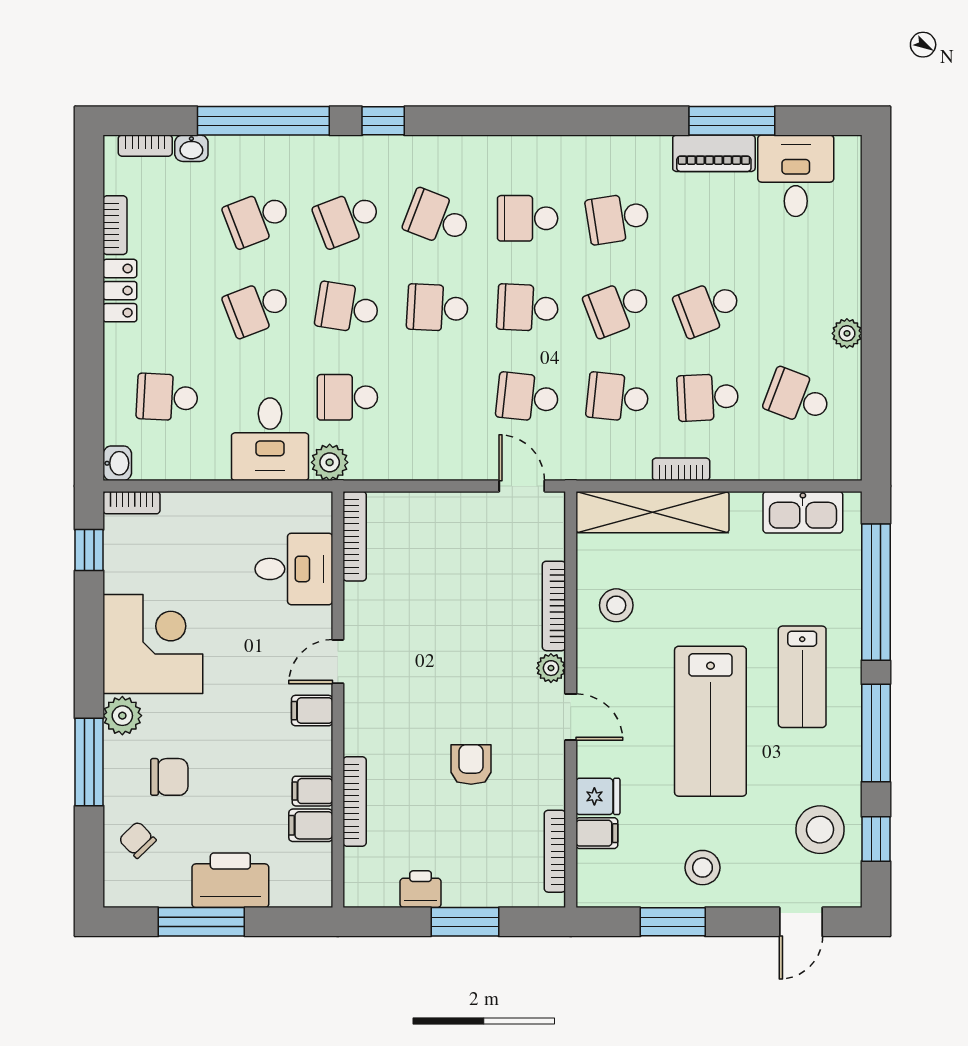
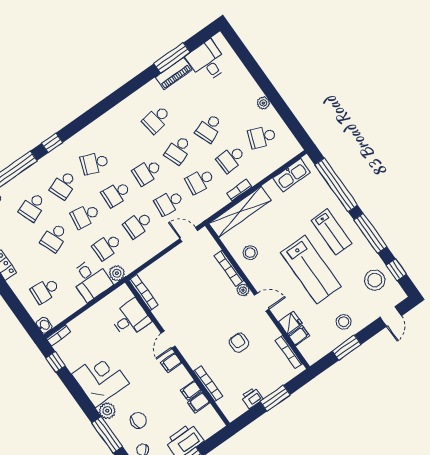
school desk: (528, 218) -> (138, 225), moved

